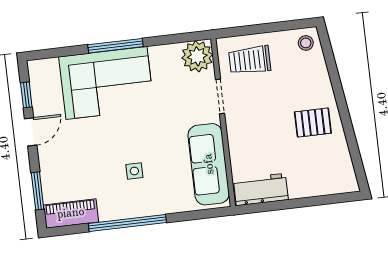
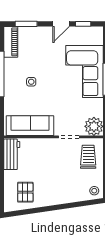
pallet: (313, 123) -> (25, 192), moved
door: (31, 132) -> (61, 24), hinge flipped

